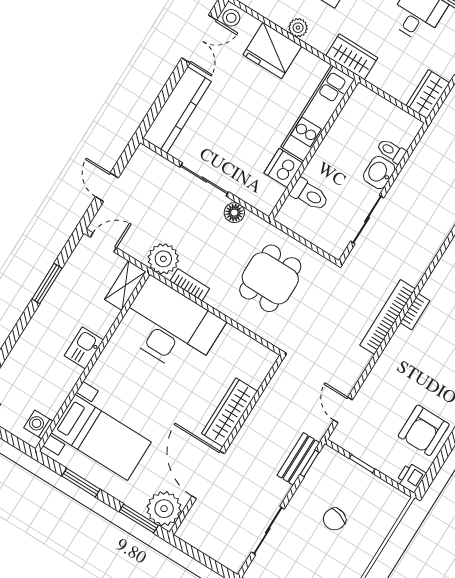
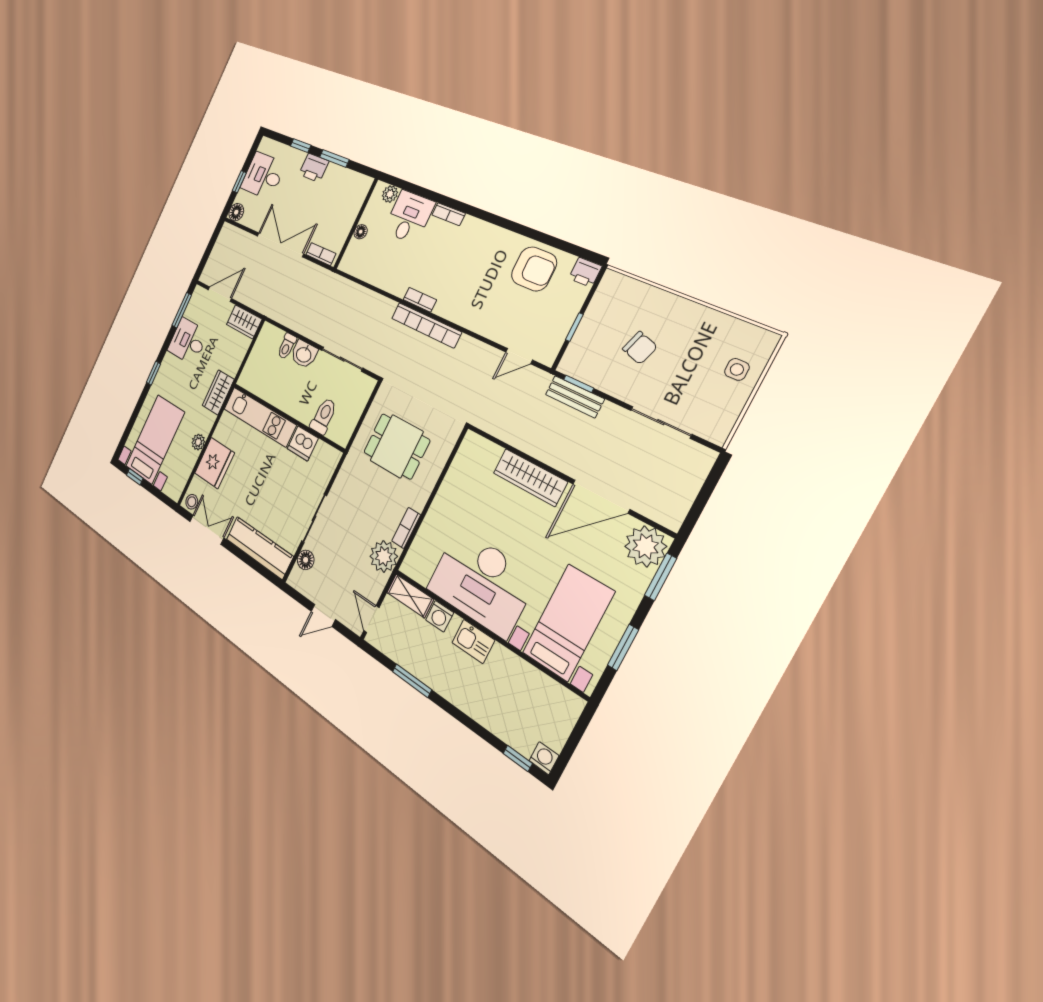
floor lamp: (234, 213) -> (306, 560), moved
desk: (170, 327) -> (481, 582), moved, turned -90
washing machine: (38, 424) -> (440, 616), moved

